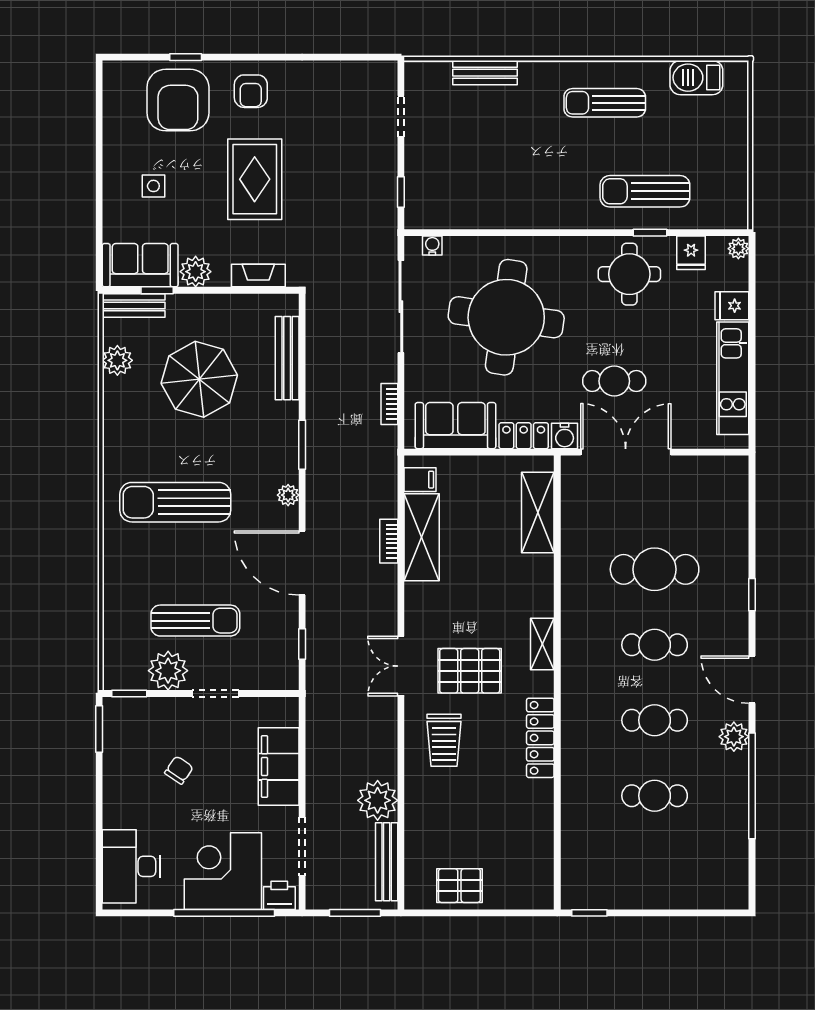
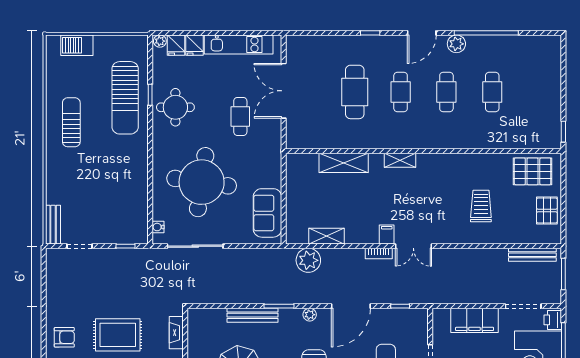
bench: (485, 73) -> (53, 225), moved
barbecue: (696, 78) -> (77, 45), moved, turned 90
sun lounger: (605, 103) -> (71, 122), turned 180
sun lounger: (645, 191) -> (125, 98), width x1.36, depth x1.34
fridge: (691, 253) -> (176, 45), moved, turned 90
bench: (287, 358) -> (253, 315), moved
bookcase: (389, 404) -> (254, 253), removed
locker: (524, 436) -> (274, 172), removed
water cooler: (565, 436) -> (274, 147), removed
double door: (626, 452) -> (284, 91), moved
filing cabinet: (420, 480) -> (387, 234), moved
shelving: (538, 513) -> (344, 163), moved
shelving: (422, 537) -> (326, 236), width x0.67, depth x0.75
bookcase: (389, 541) -> (379, 253), moved
pallet: (470, 671) -> (533, 171), moved, turned 90
locker: (540, 738) -> (457, 161), removed
trolley: (444, 740) -> (481, 206), moved, turned -90
plant: (378, 800) -> (308, 260), moved

